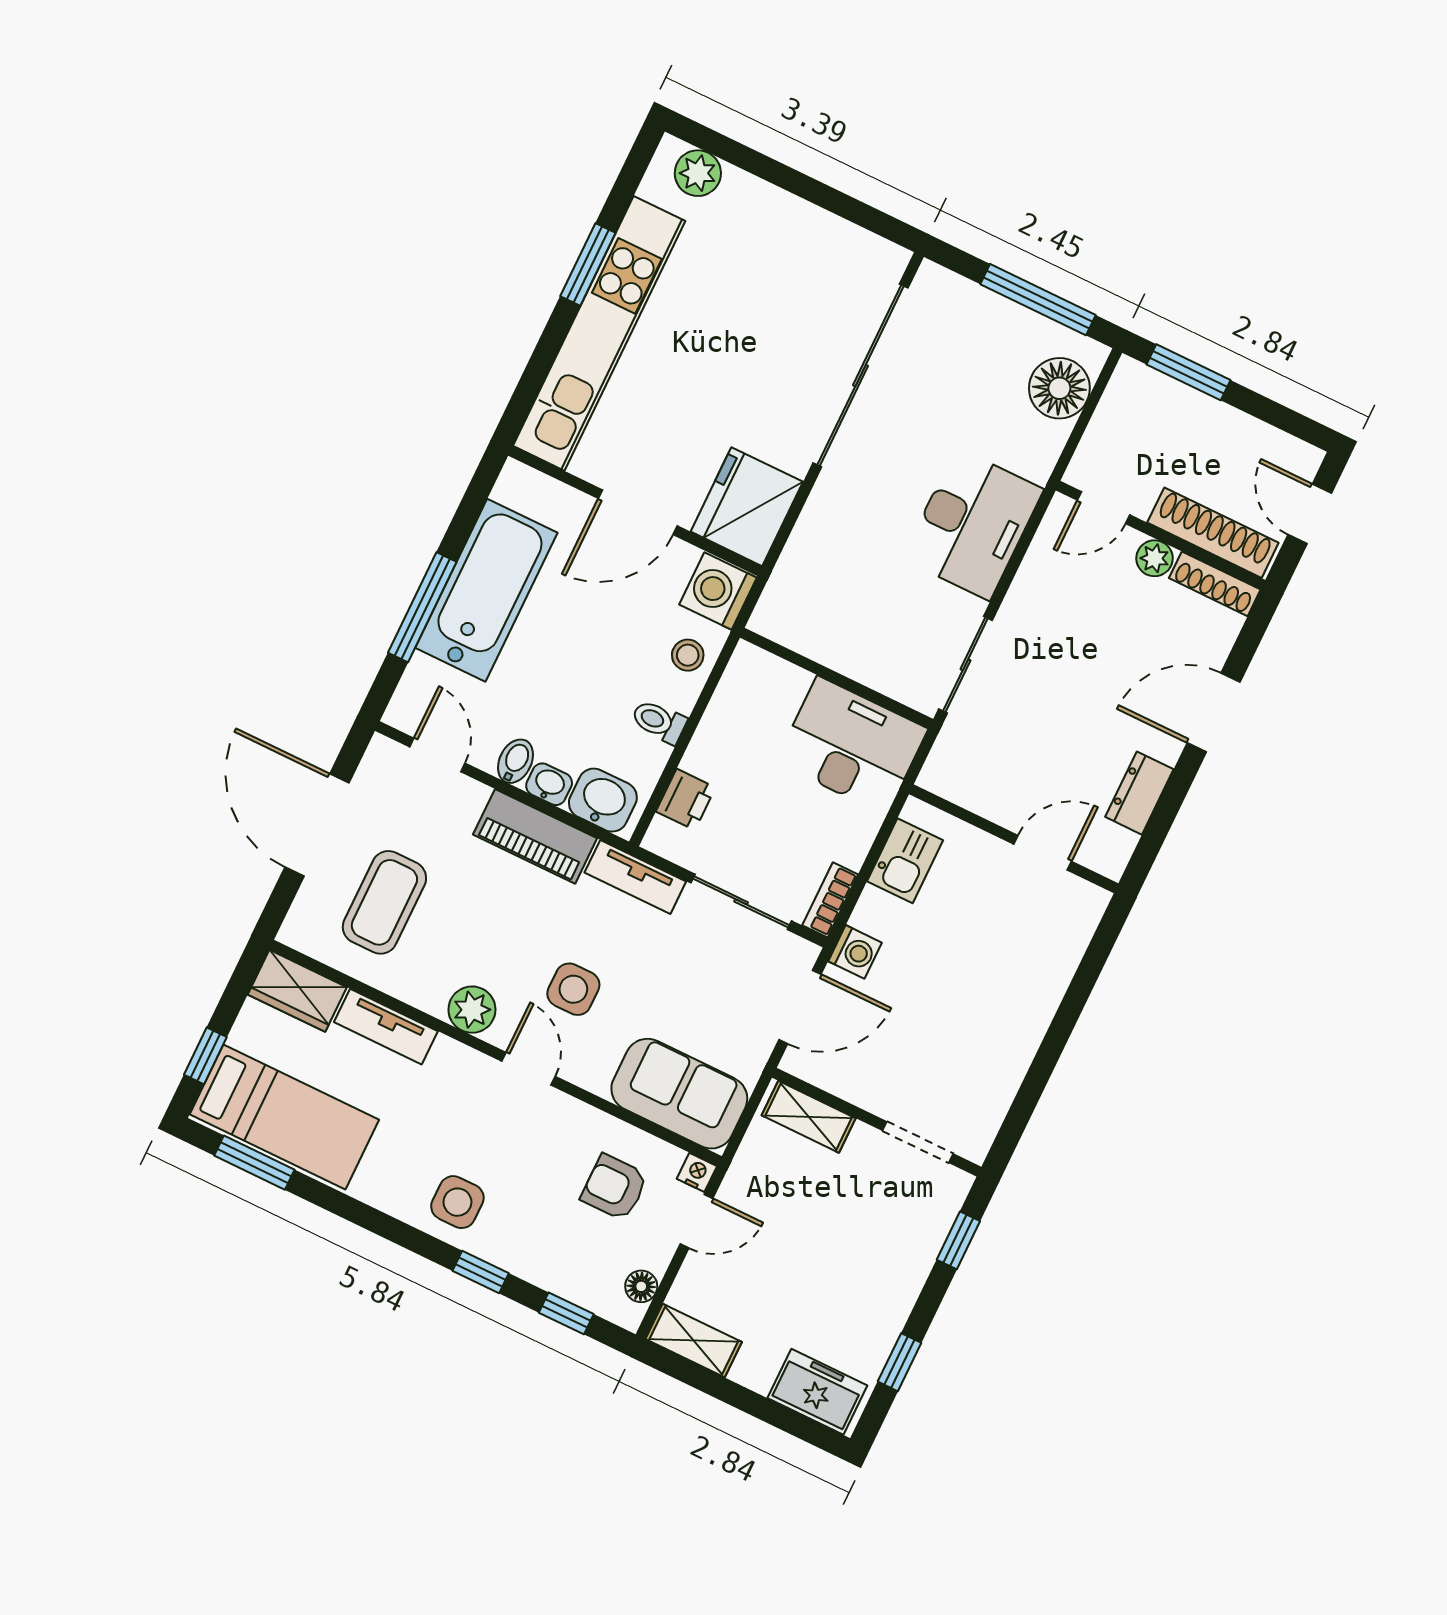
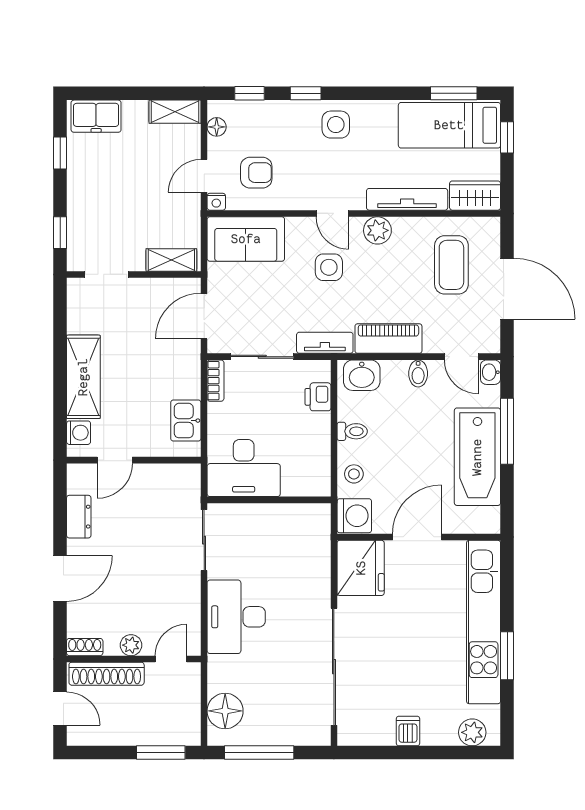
dishwasher: (795, 223) -> (408, 731), added
shoe rack: (1215, 584) -> (85, 647), width x0.70
washbasin: (549, 784) -> (491, 372), moved, turned 90
washing machine: (855, 952) -> (79, 433), moved, turned 180
shelving: (1029, 1003) -> (83, 377), added
tv unit: (386, 1027) -> (407, 199), width x1.41

